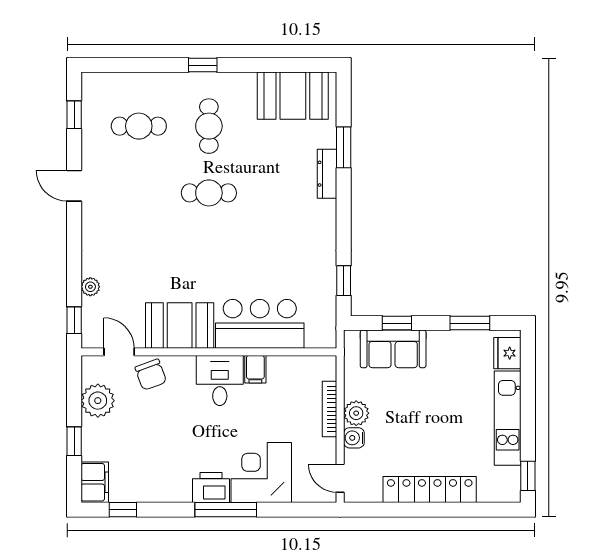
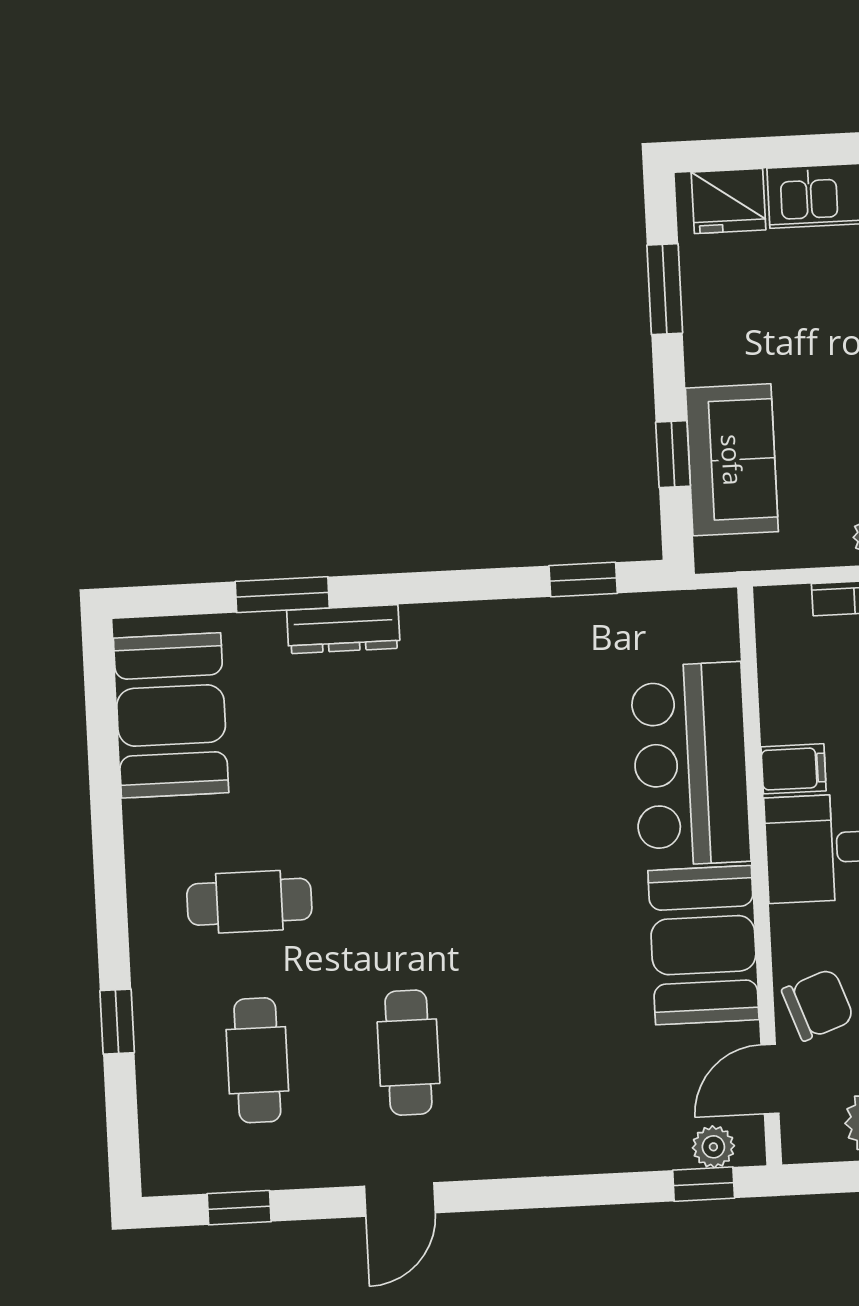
window: (203, 65) -> (117, 1022), moved
cafe table: (209, 193) -> (408, 1053), moved
plant: (90, 287) -> (713, 1147), moved

